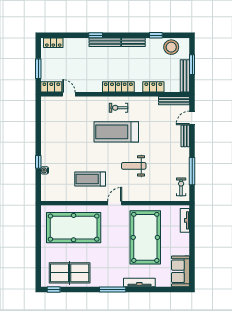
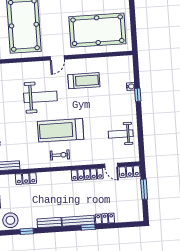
locker: (53, 43) -> (105, 218), moved
locker: (118, 87) -> (87, 174), moved
weight bench: (58, 125) -> (121, 134), added
treadmill: (116, 132) -> (61, 130), turned 180
weight bench: (134, 166) -> (40, 97), width x1.36, depth x1.33

